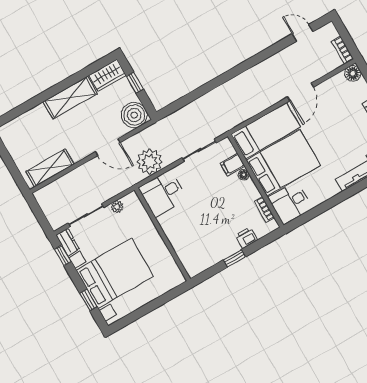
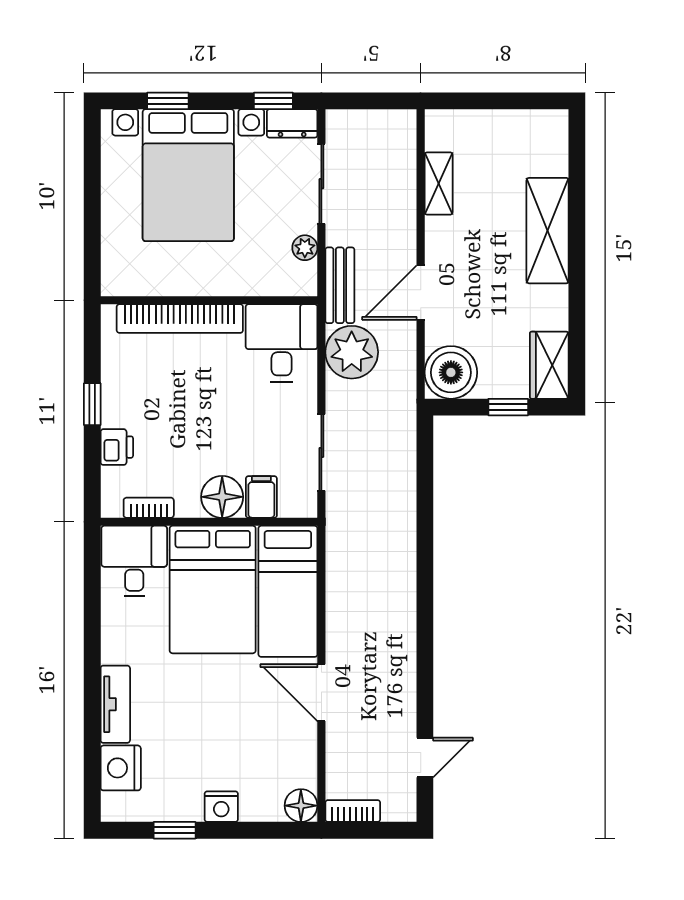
shelving: (70, 98) -> (548, 231), moved
shelving: (50, 168) -> (439, 183), width x0.67, depth x0.75
floor lamp: (244, 175) -> (222, 497), width x1.89, depth x1.89
bench: (124, 183) -> (340, 285), added
bookcase: (177, 242) -> (180, 319), added

